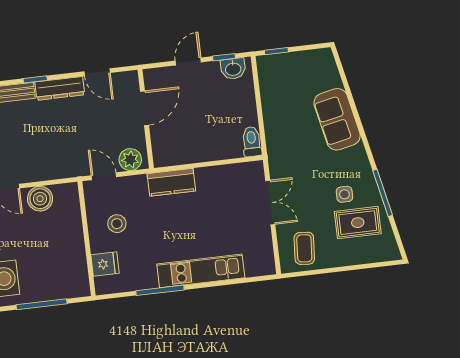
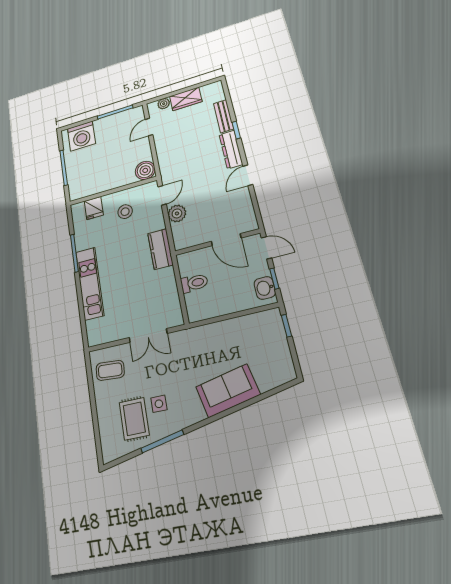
door: (144, 108) -> (226, 240), moved
wall: (146, 119) -> (217, 242), moved
toilet: (252, 142) -> (194, 283), moved
boiler: (40, 199) -> (145, 170), moved

